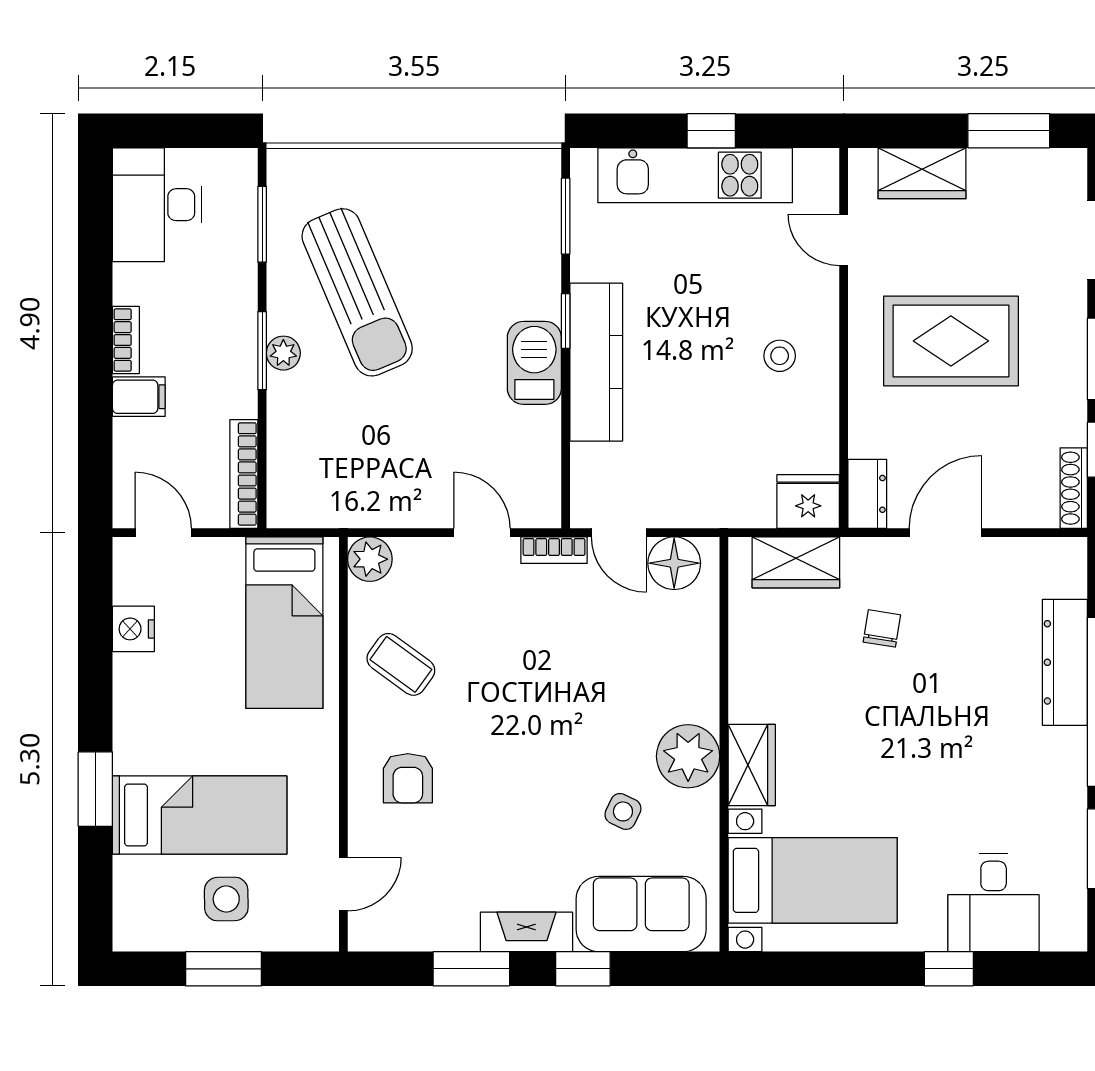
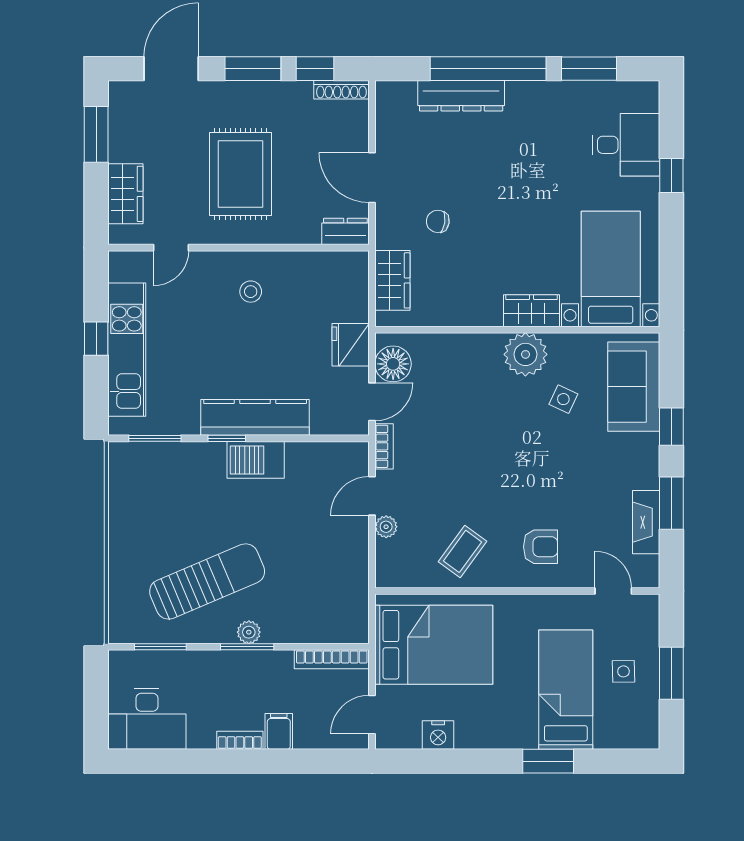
fridge: (808, 502) -> (351, 345), moved
plant: (370, 559) -> (386, 527), moved, width x0.73, depth x0.73
bed: (284, 623) -> (434, 645), width x1.50
side table: (226, 899) -> (623, 671), width x0.73, depth x0.73
fireplace: (526, 932) -> (646, 522), moved

